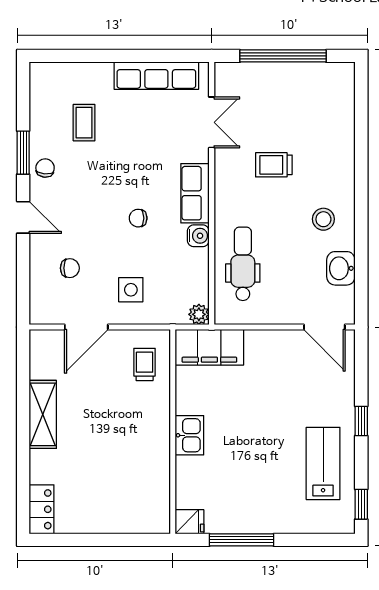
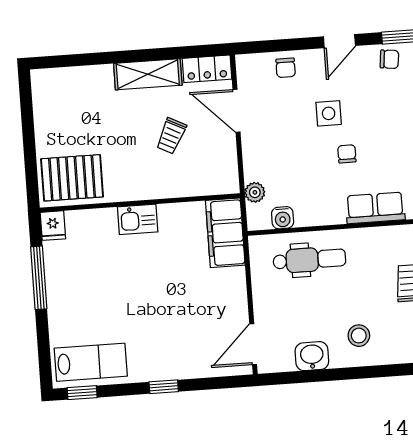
water cooler: (198, 236) -> (283, 218), moved
chair: (70, 268) -> (286, 68), moved
side table: (131, 290) -> (329, 113), moved
plant: (199, 314) -> (255, 192), moved
trolley: (145, 364) -> (171, 136), moved, turned 117
lab bench: (323, 463) -> (91, 362), moved
pallet: (142, 499) -> (72, 178), added
locker: (42, 509) -> (207, 69), moved

